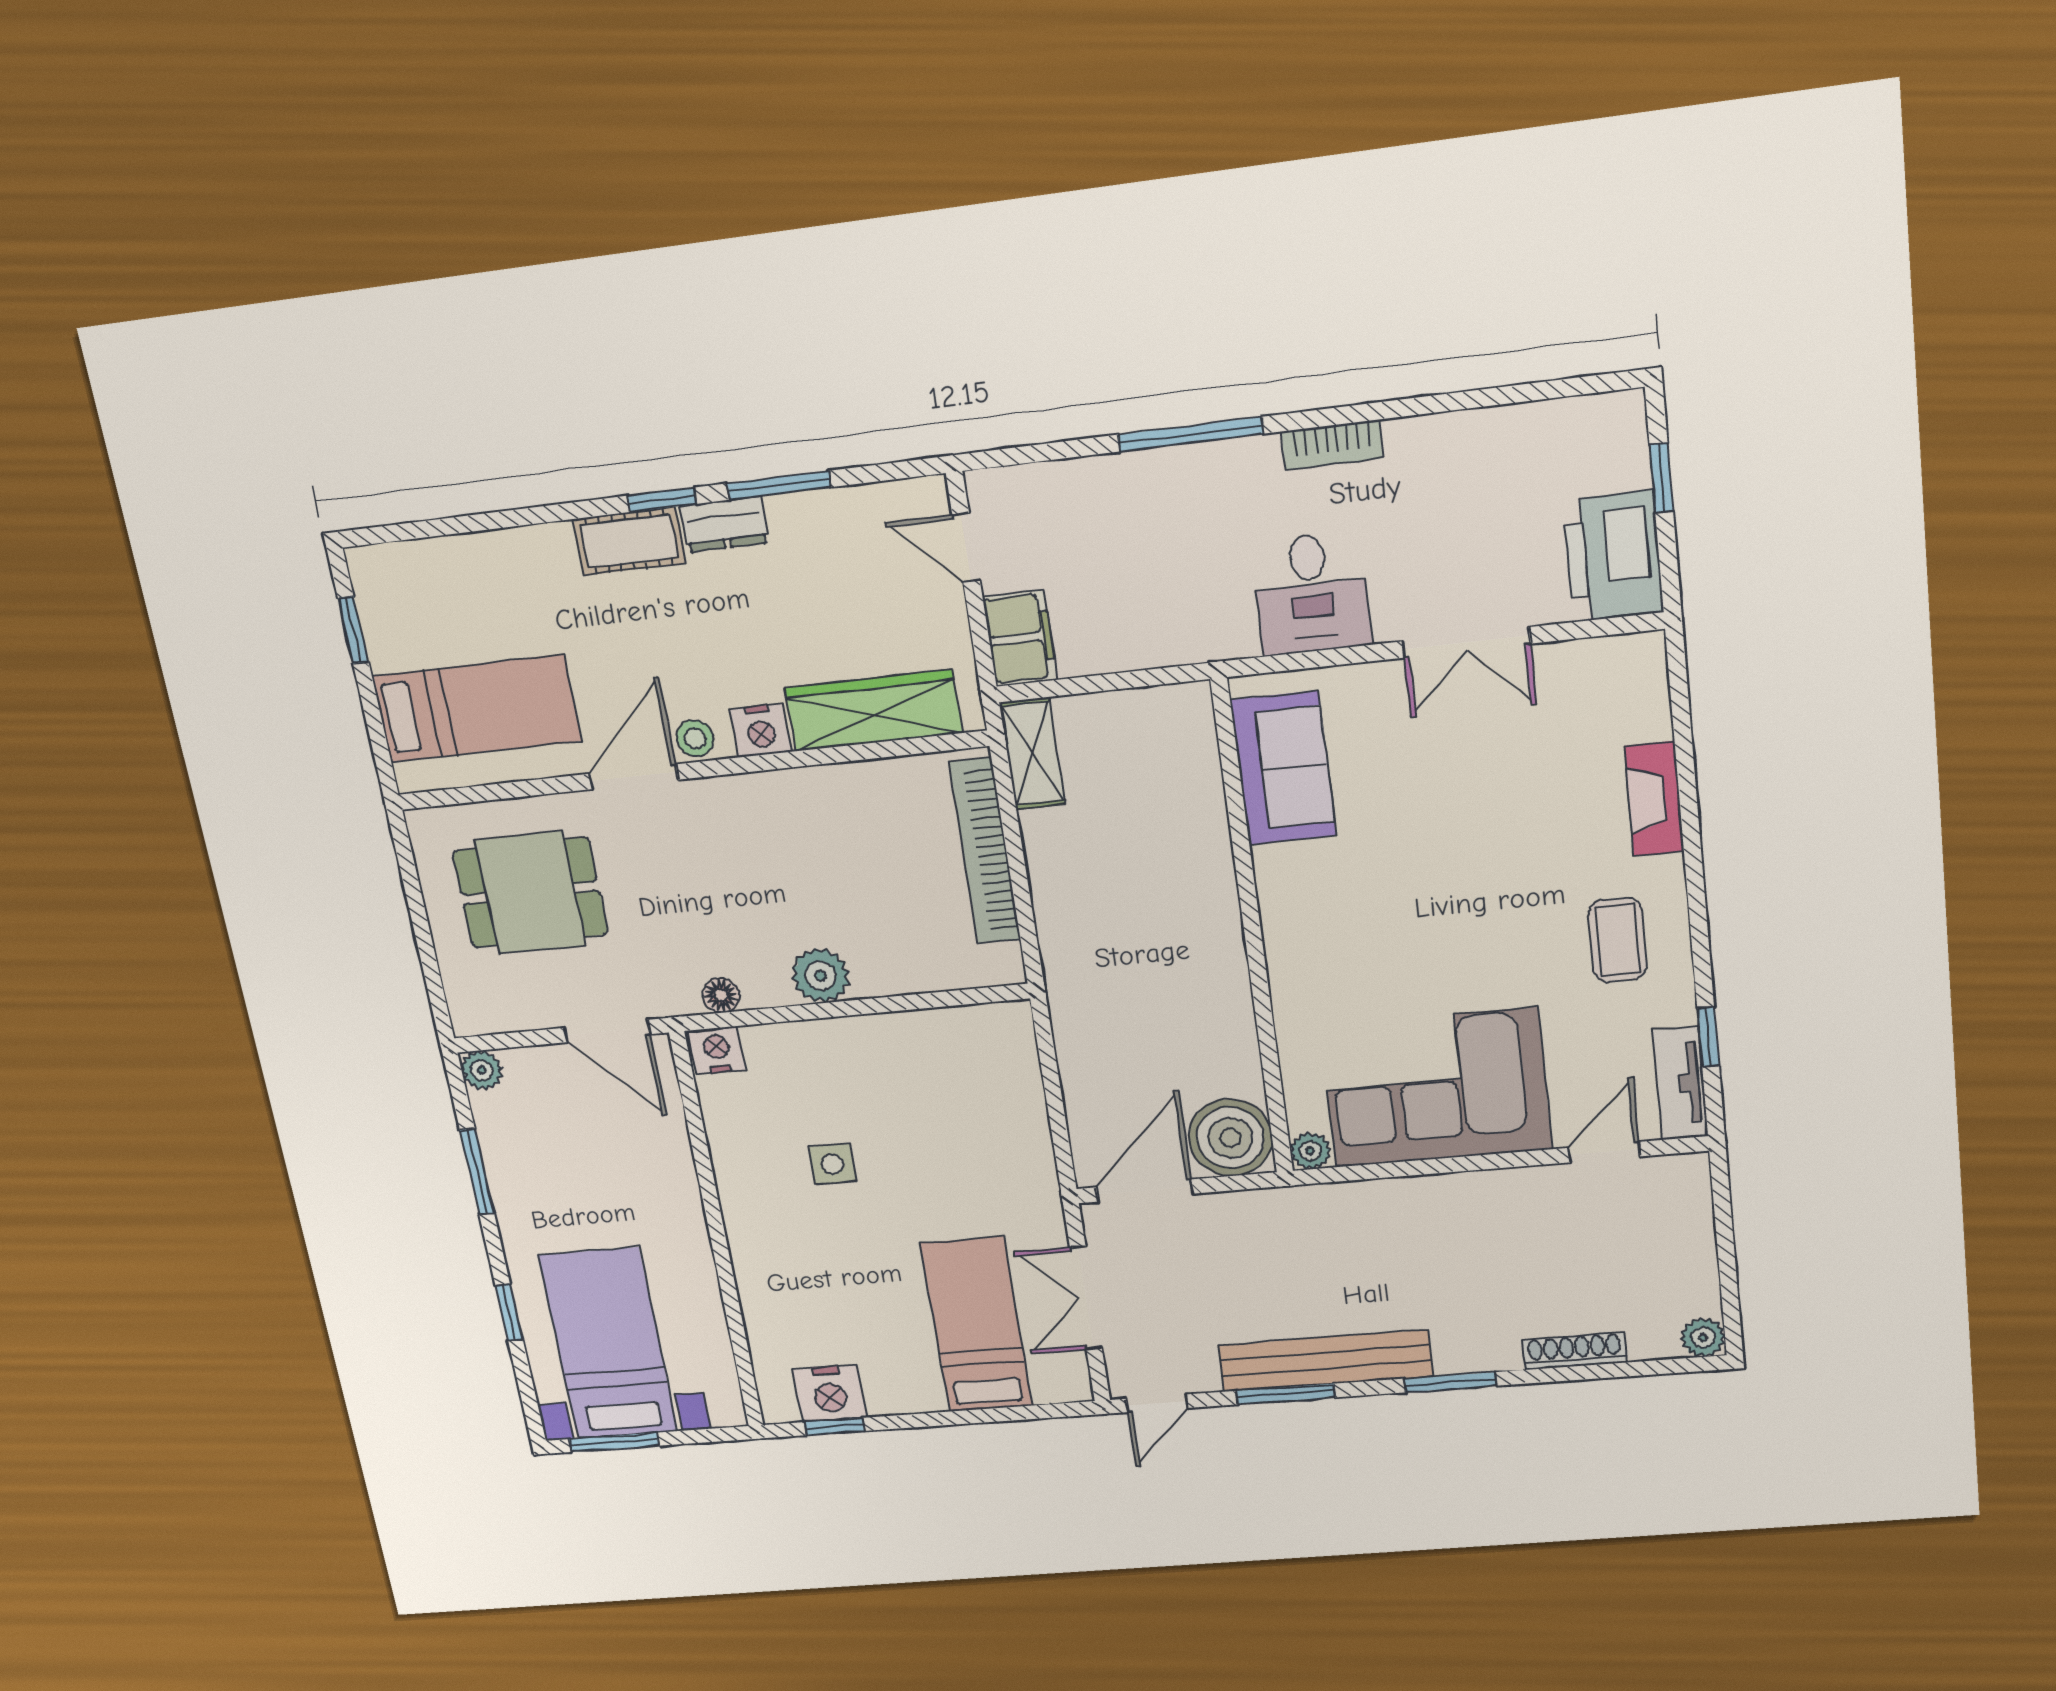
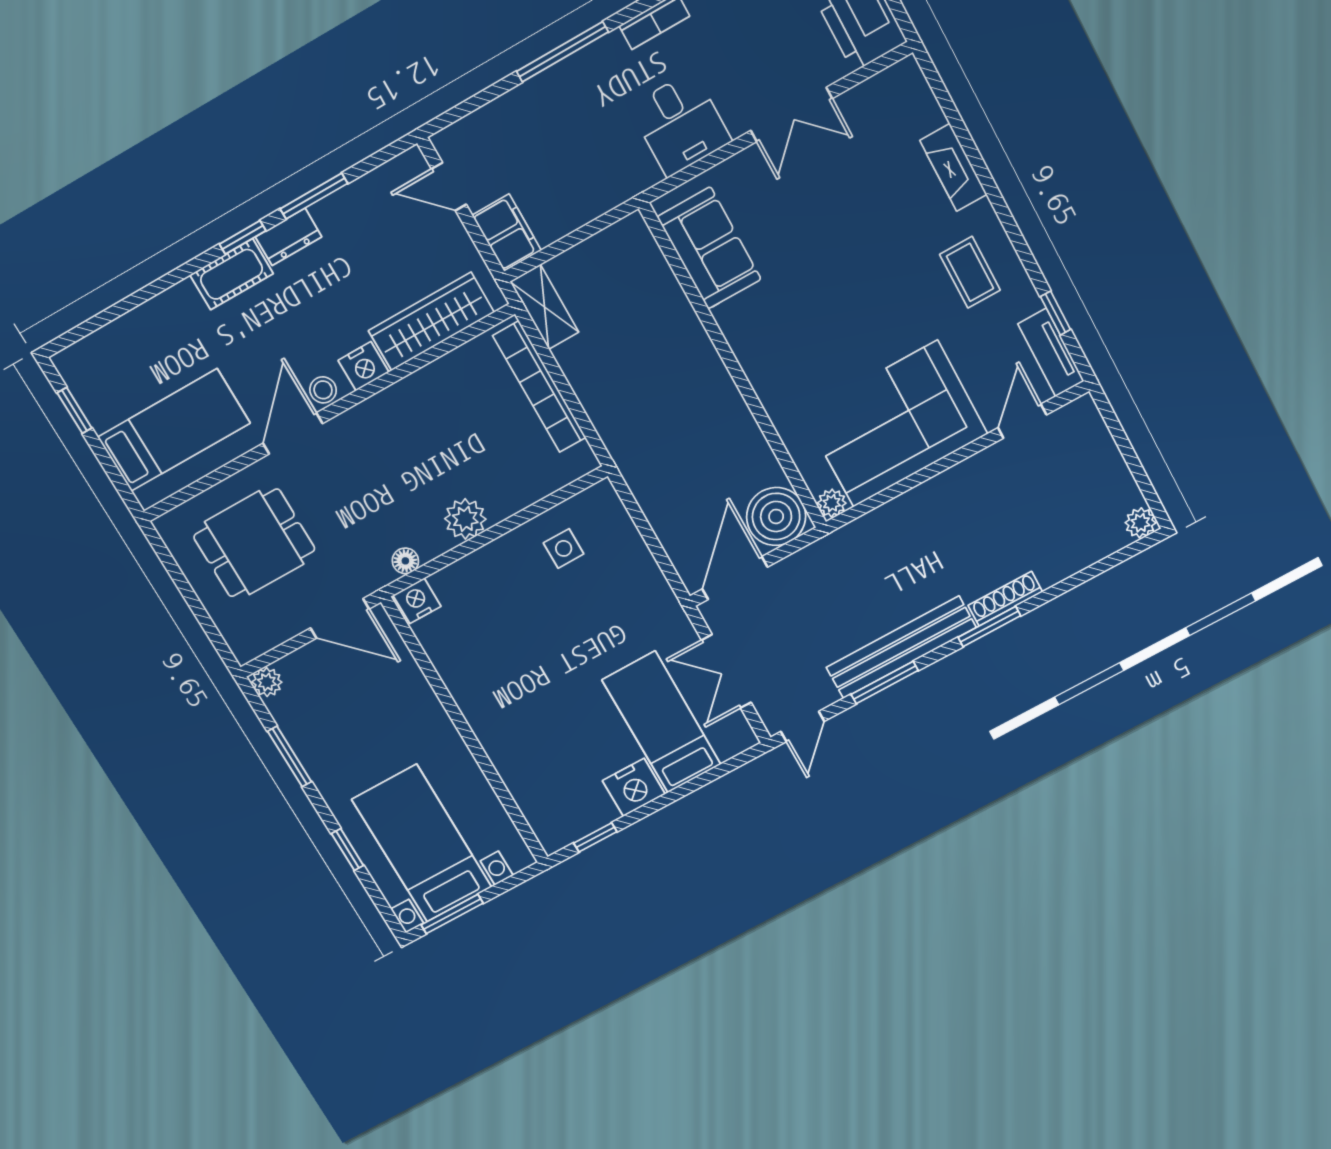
side table: (832, 1164) -> (564, 548), moved
shoe rack: (1574, 1351) -> (1005, 599), moved
nightstand: (830, 1393) -> (634, 787), moved

